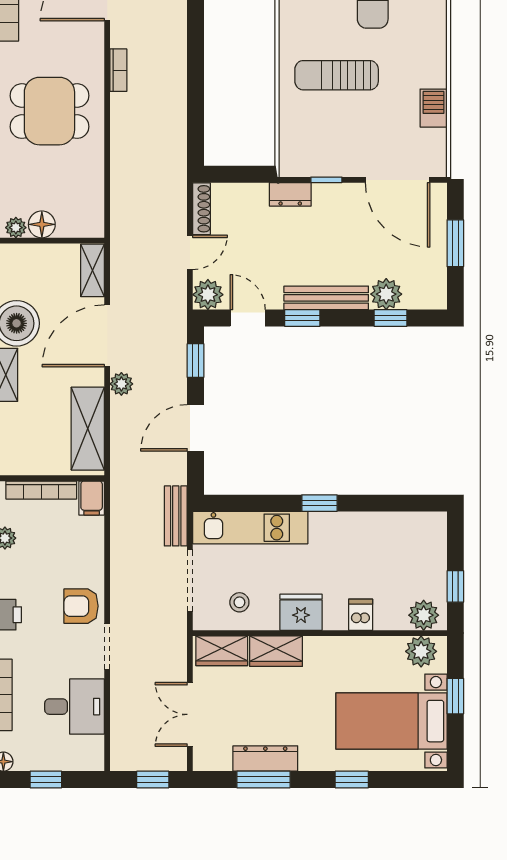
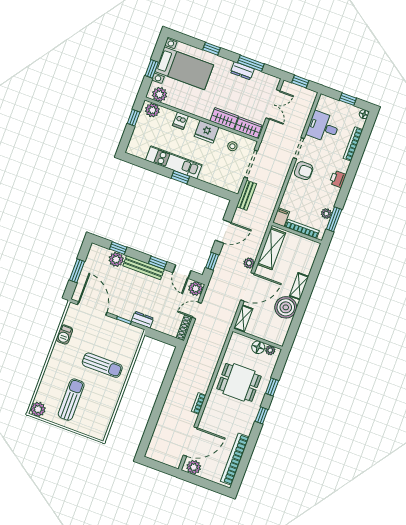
dining table: (49, 111) -> (239, 382), moved
kitchen unit: (250, 528) -> (174, 162), moved
dresser: (265, 759) -> (242, 71), width x0.70

